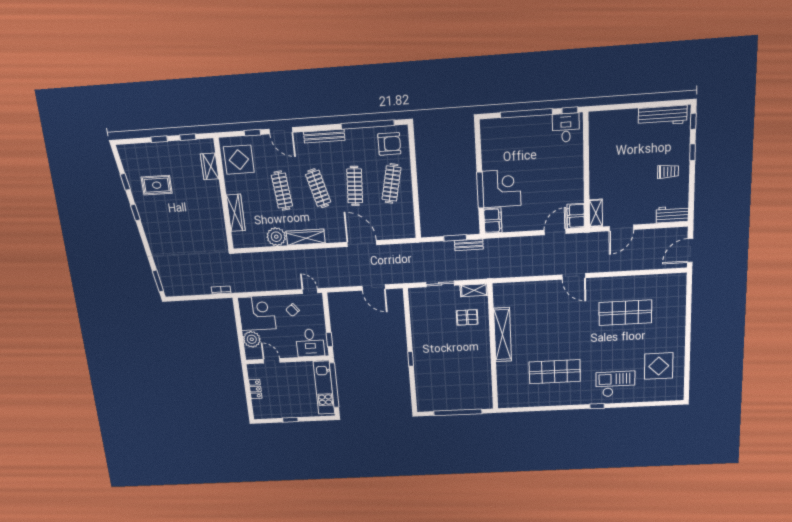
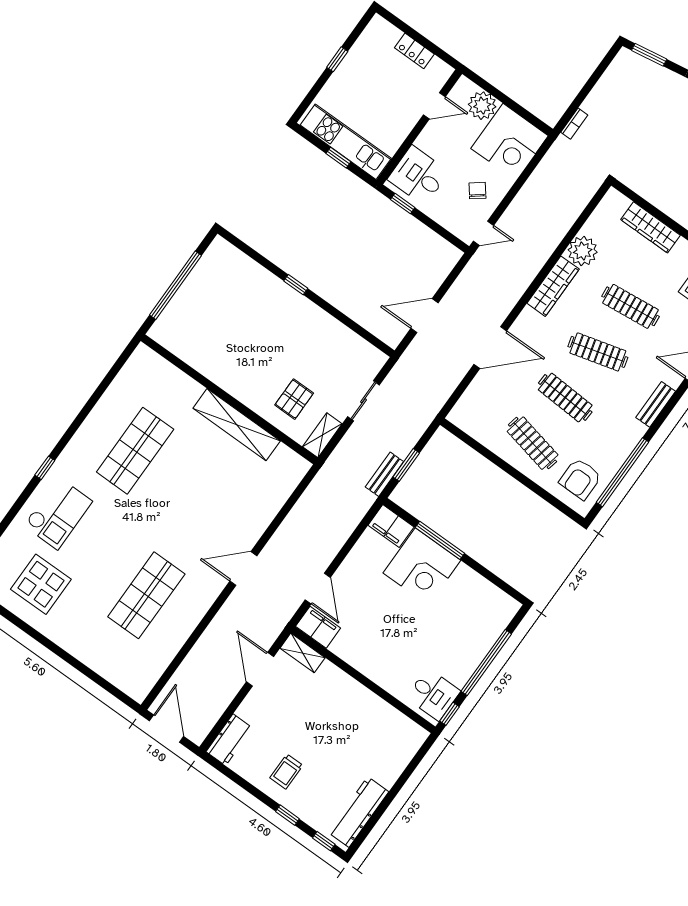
bench: (324, 136) -> (656, 404), width x0.73
window: (334, 385) -> (338, 158), width x0.32

